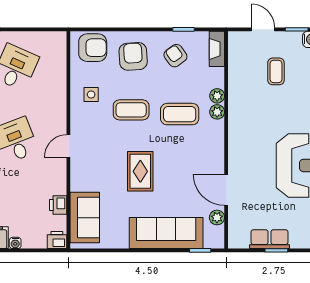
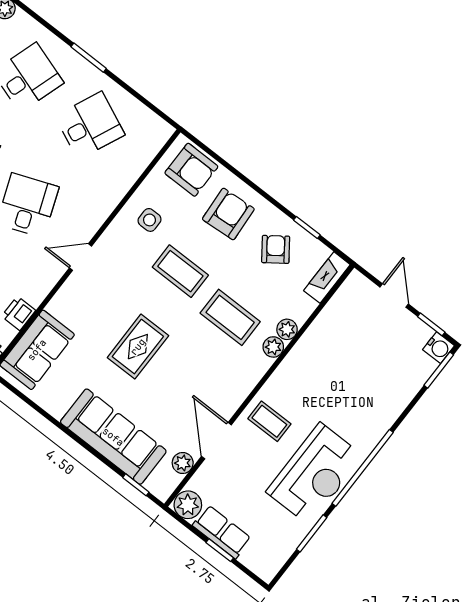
coffee table: (276, 71) -> (269, 421), moved, turned 90
plant: (238, 239) -> (188, 505), added

